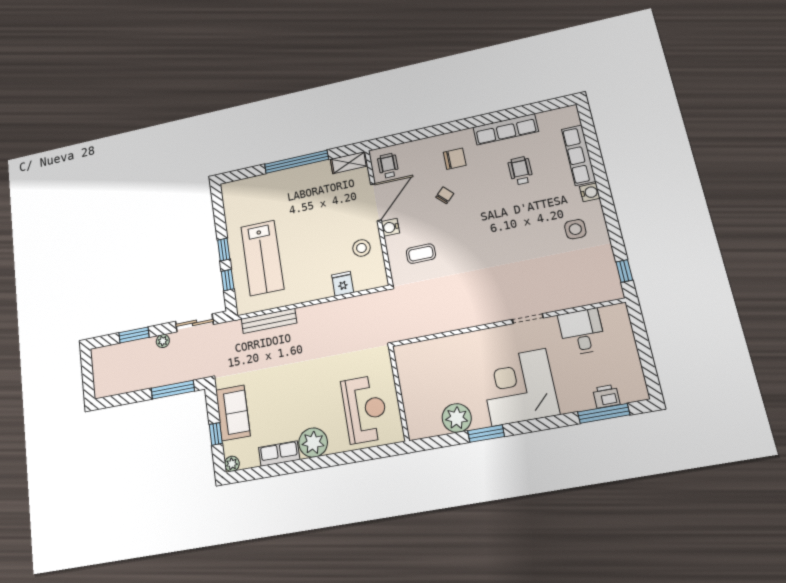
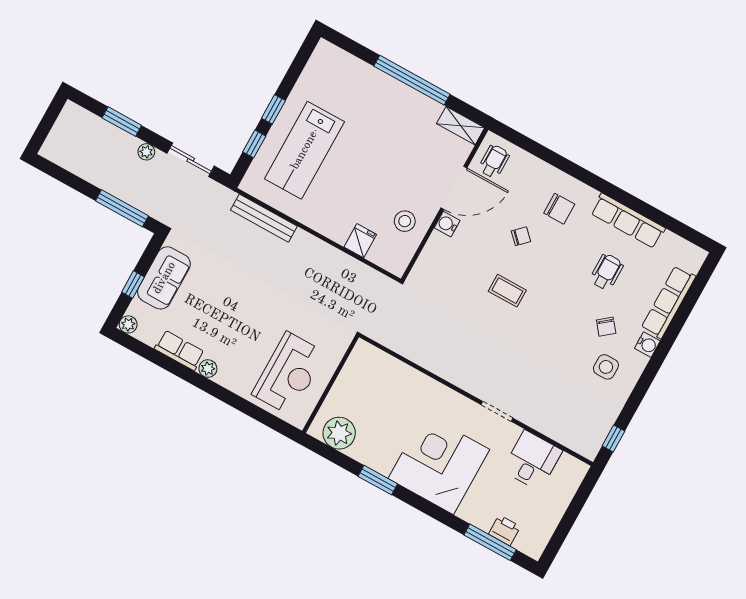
chair: (552, 204) -> (606, 327), added
coffee table: (421, 254) -> (507, 291), moved
plant: (457, 418) -> (339, 433), moved
plant: (313, 443) -> (208, 369), width x0.53, depth x0.53

